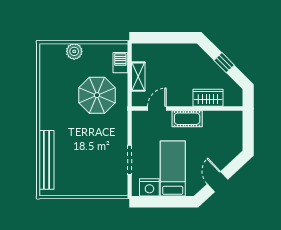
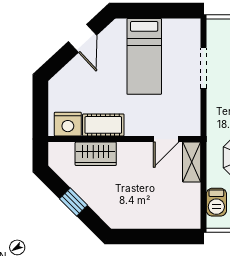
shelving: (138, 77) -> (192, 162), moved
cot: (187, 119) -> (103, 125), moved
nightstand: (149, 187) -> (68, 124), moved, turned 180

